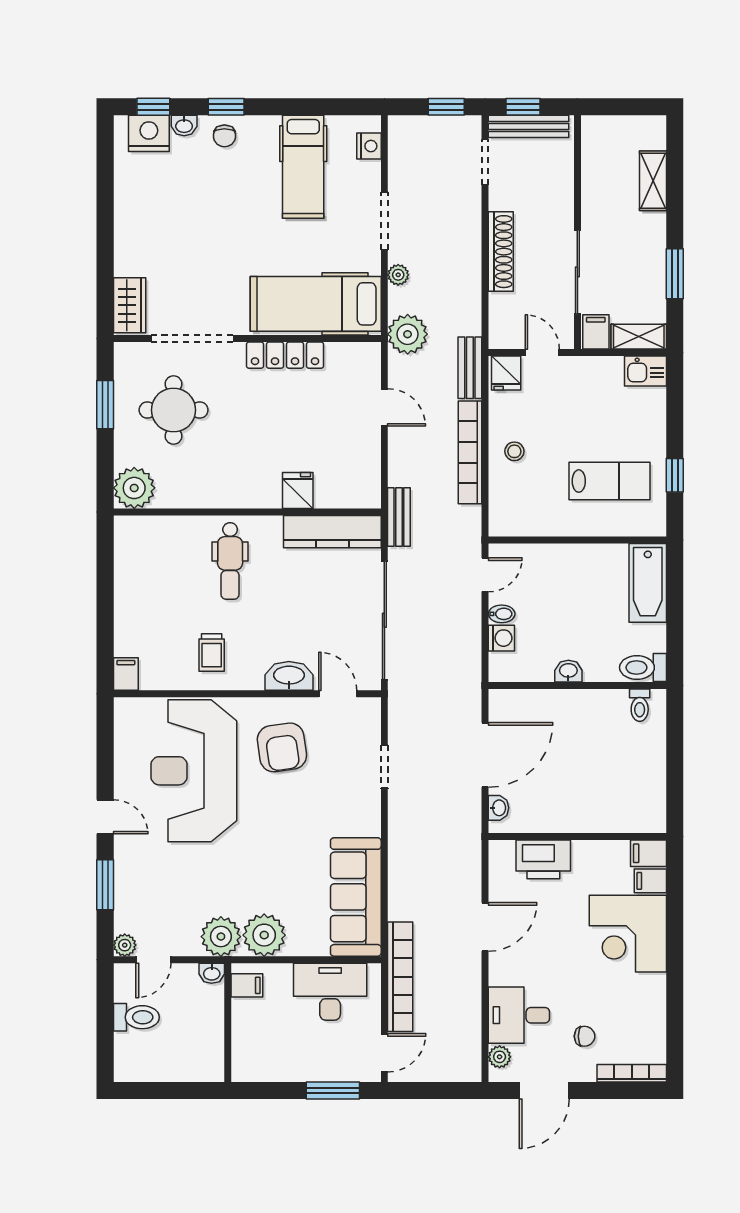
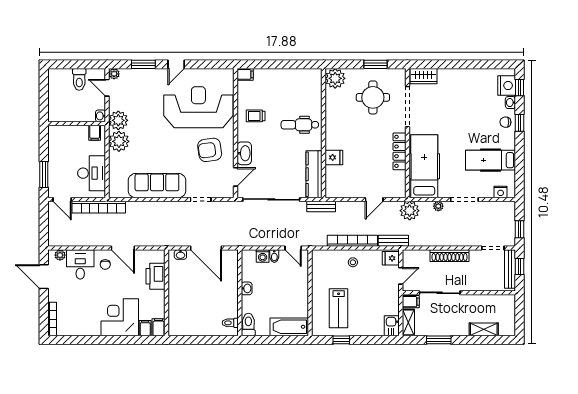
sofa: (356, 897) -> (157, 186), moved
chair: (585, 1036) -> (105, 264), moved

